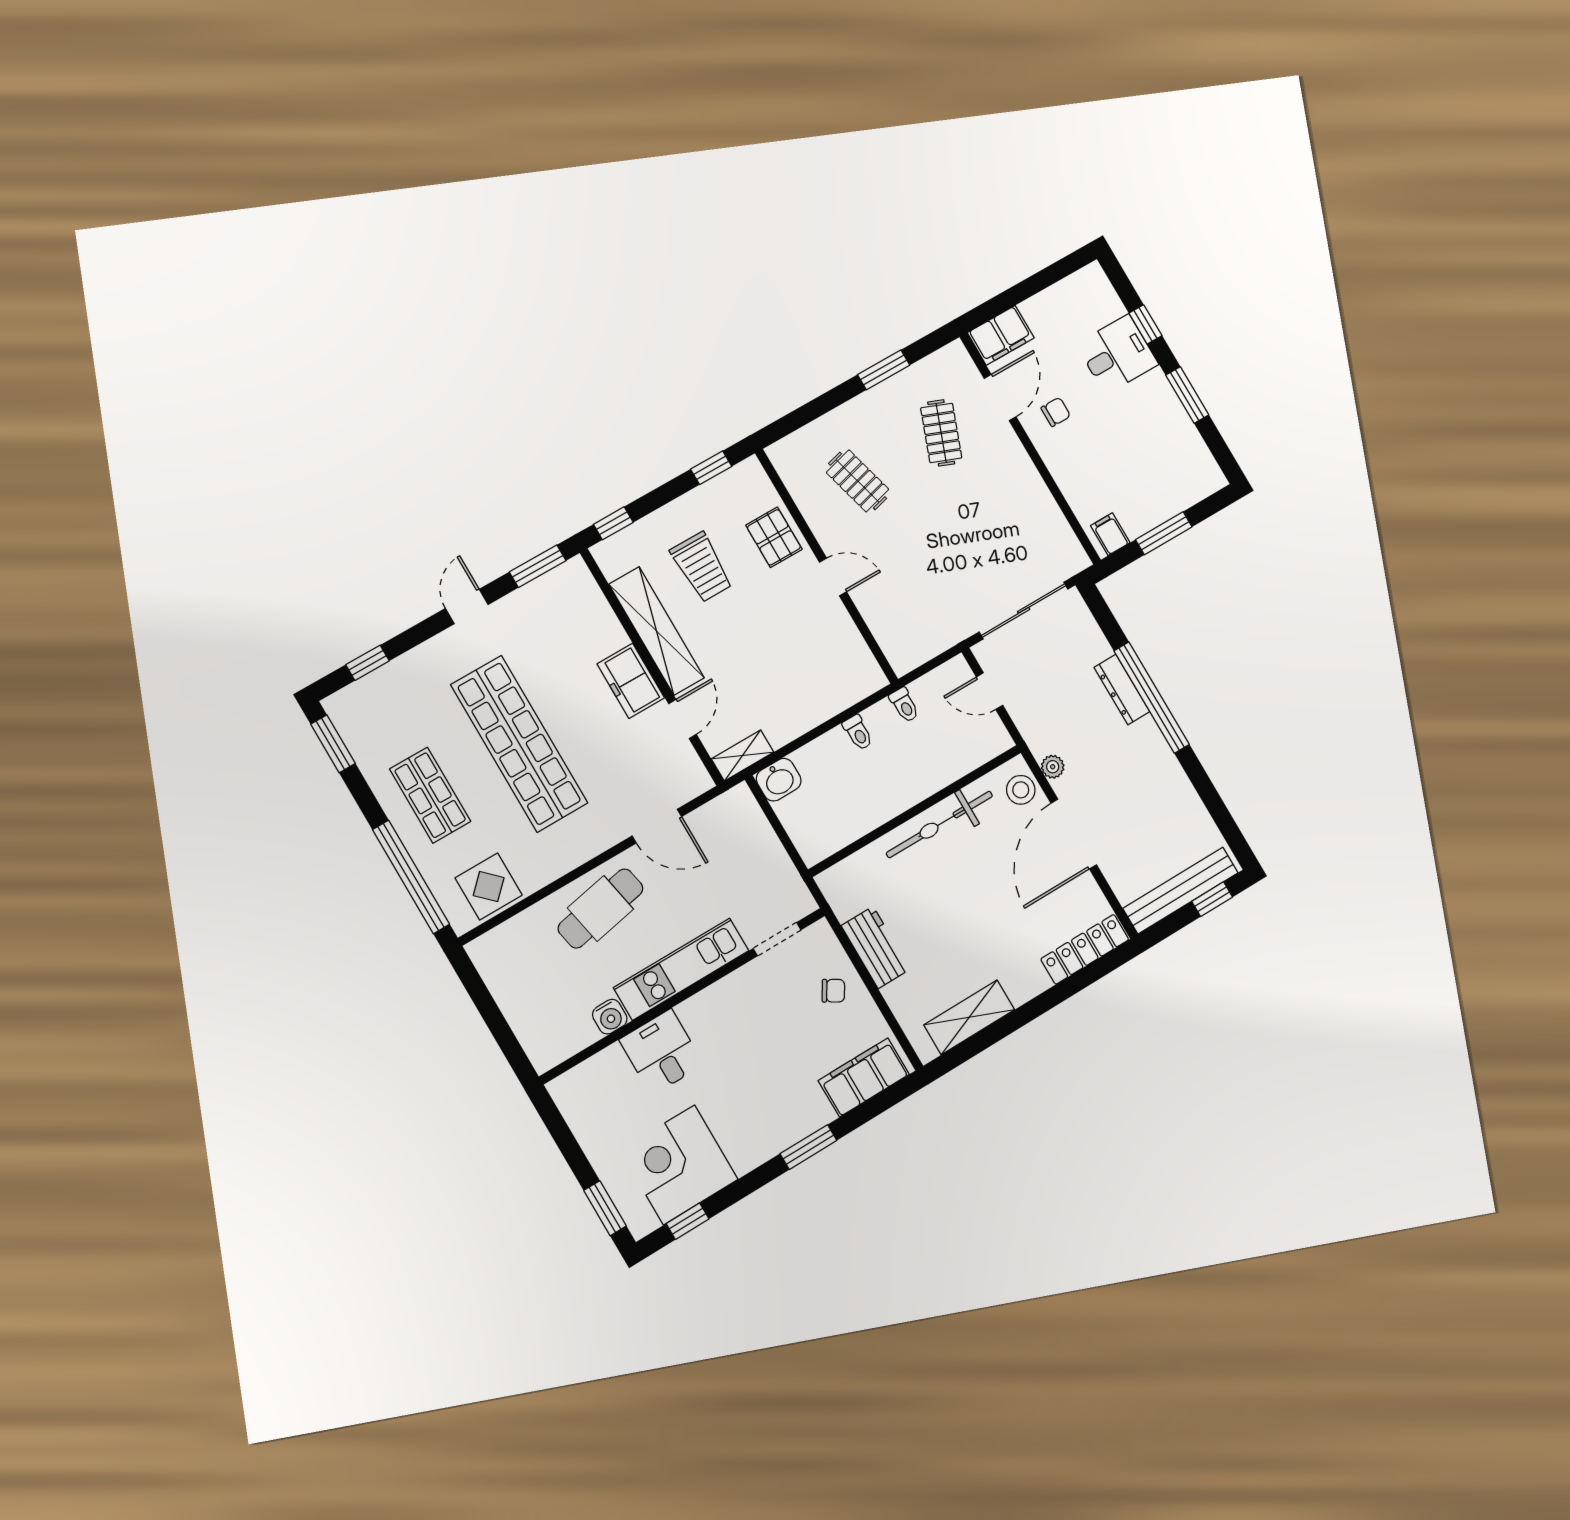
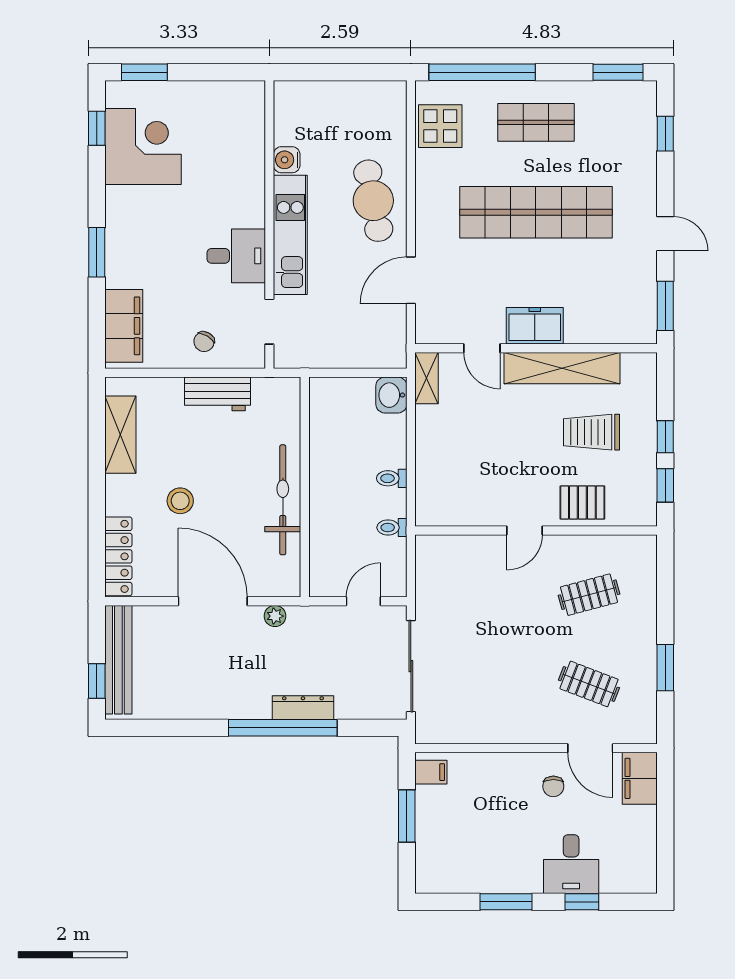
window: (613, 523) -> (665, 437), moved
stool: (1021, 790) -> (180, 501), moved
desk: (662, 1052) -> (236, 256), moved

